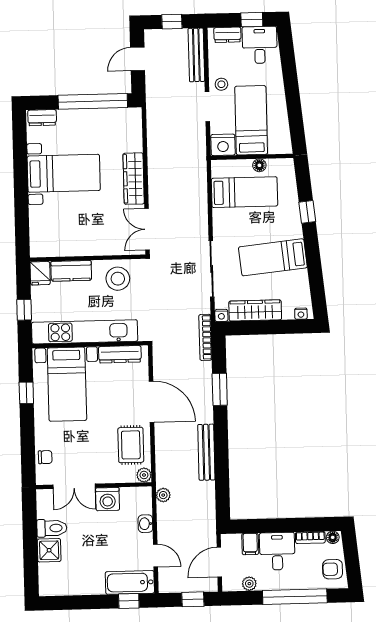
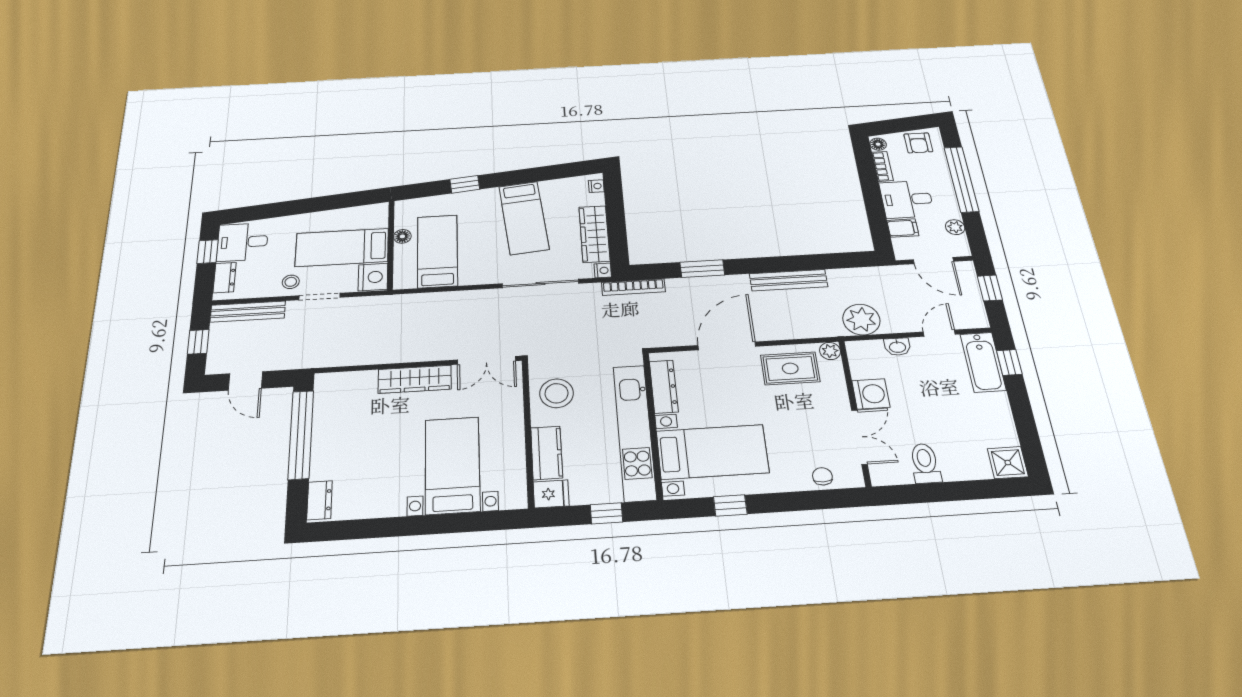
bed with nightstands: (64, 173) -> (452, 465), moved
plant: (163, 495) -> (861, 320), width x1.87, depth x1.87
shower: (49, 550) -> (1008, 463), moved

